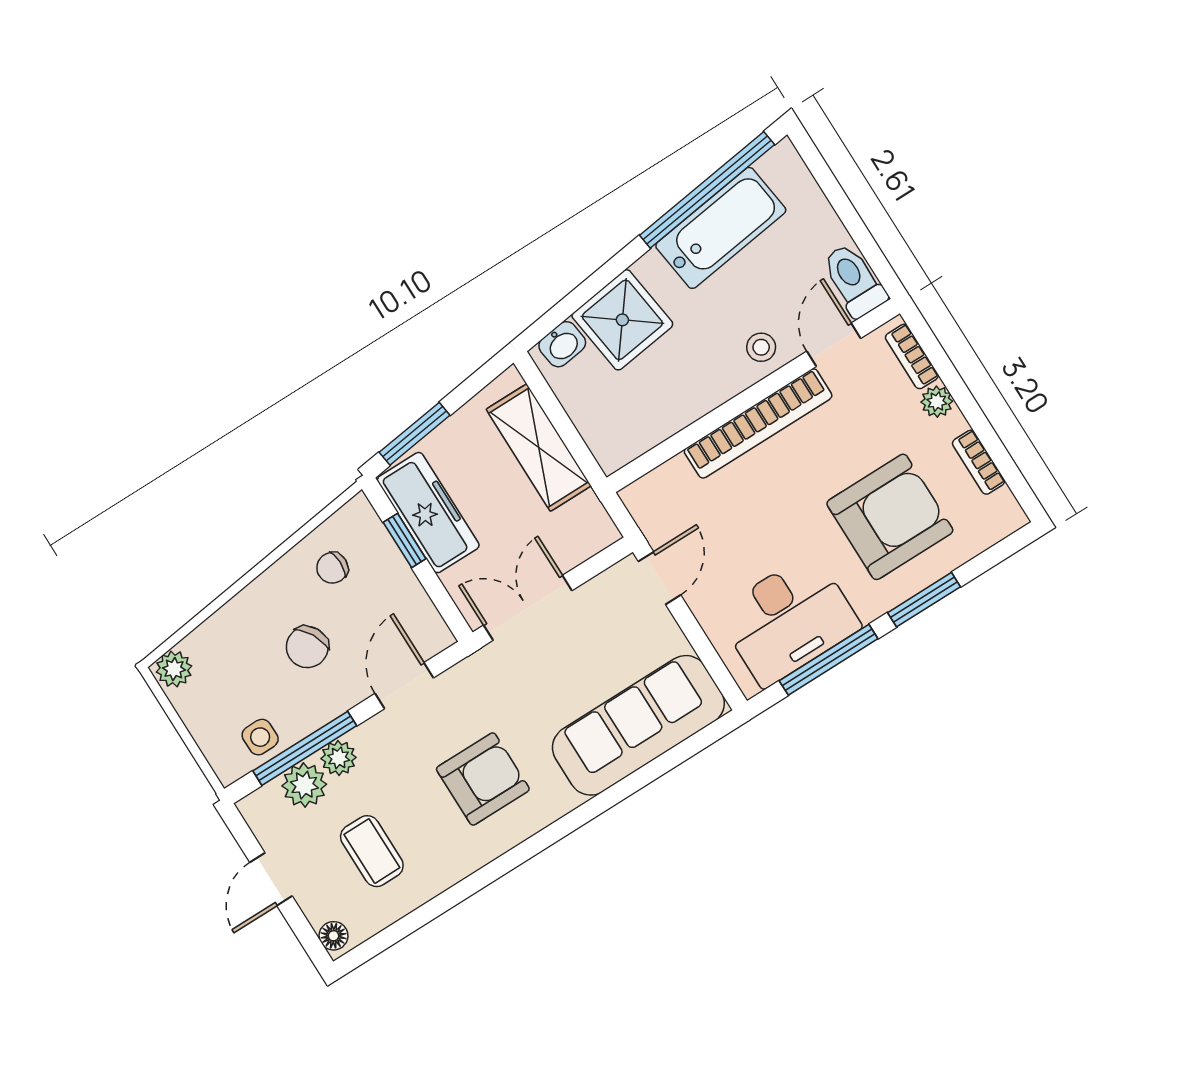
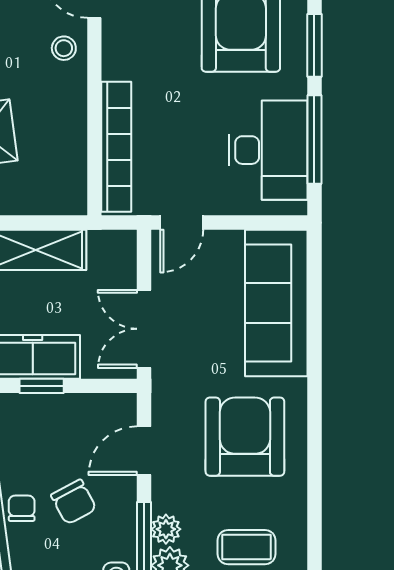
bookcase: (758, 423) -> (116, 147), moved
chair: (332, 568) -> (22, 508), moved, turned 180
door: (660, 578) -> (182, 223), swing flipped
door: (404, 686) -> (144, 451), hinge flipped
armchair: (483, 779) -> (245, 437), width x1.36, depth x1.36

